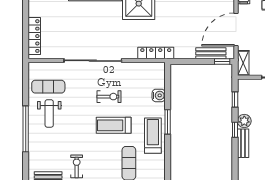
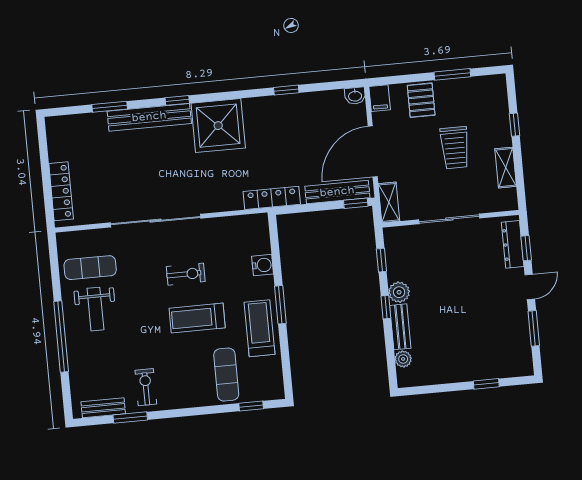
locker: (156, 53) -> (272, 198), moved
bench: (211, 53) -> (337, 192), width x1.36
plant: (243, 164) -> (403, 359), added

